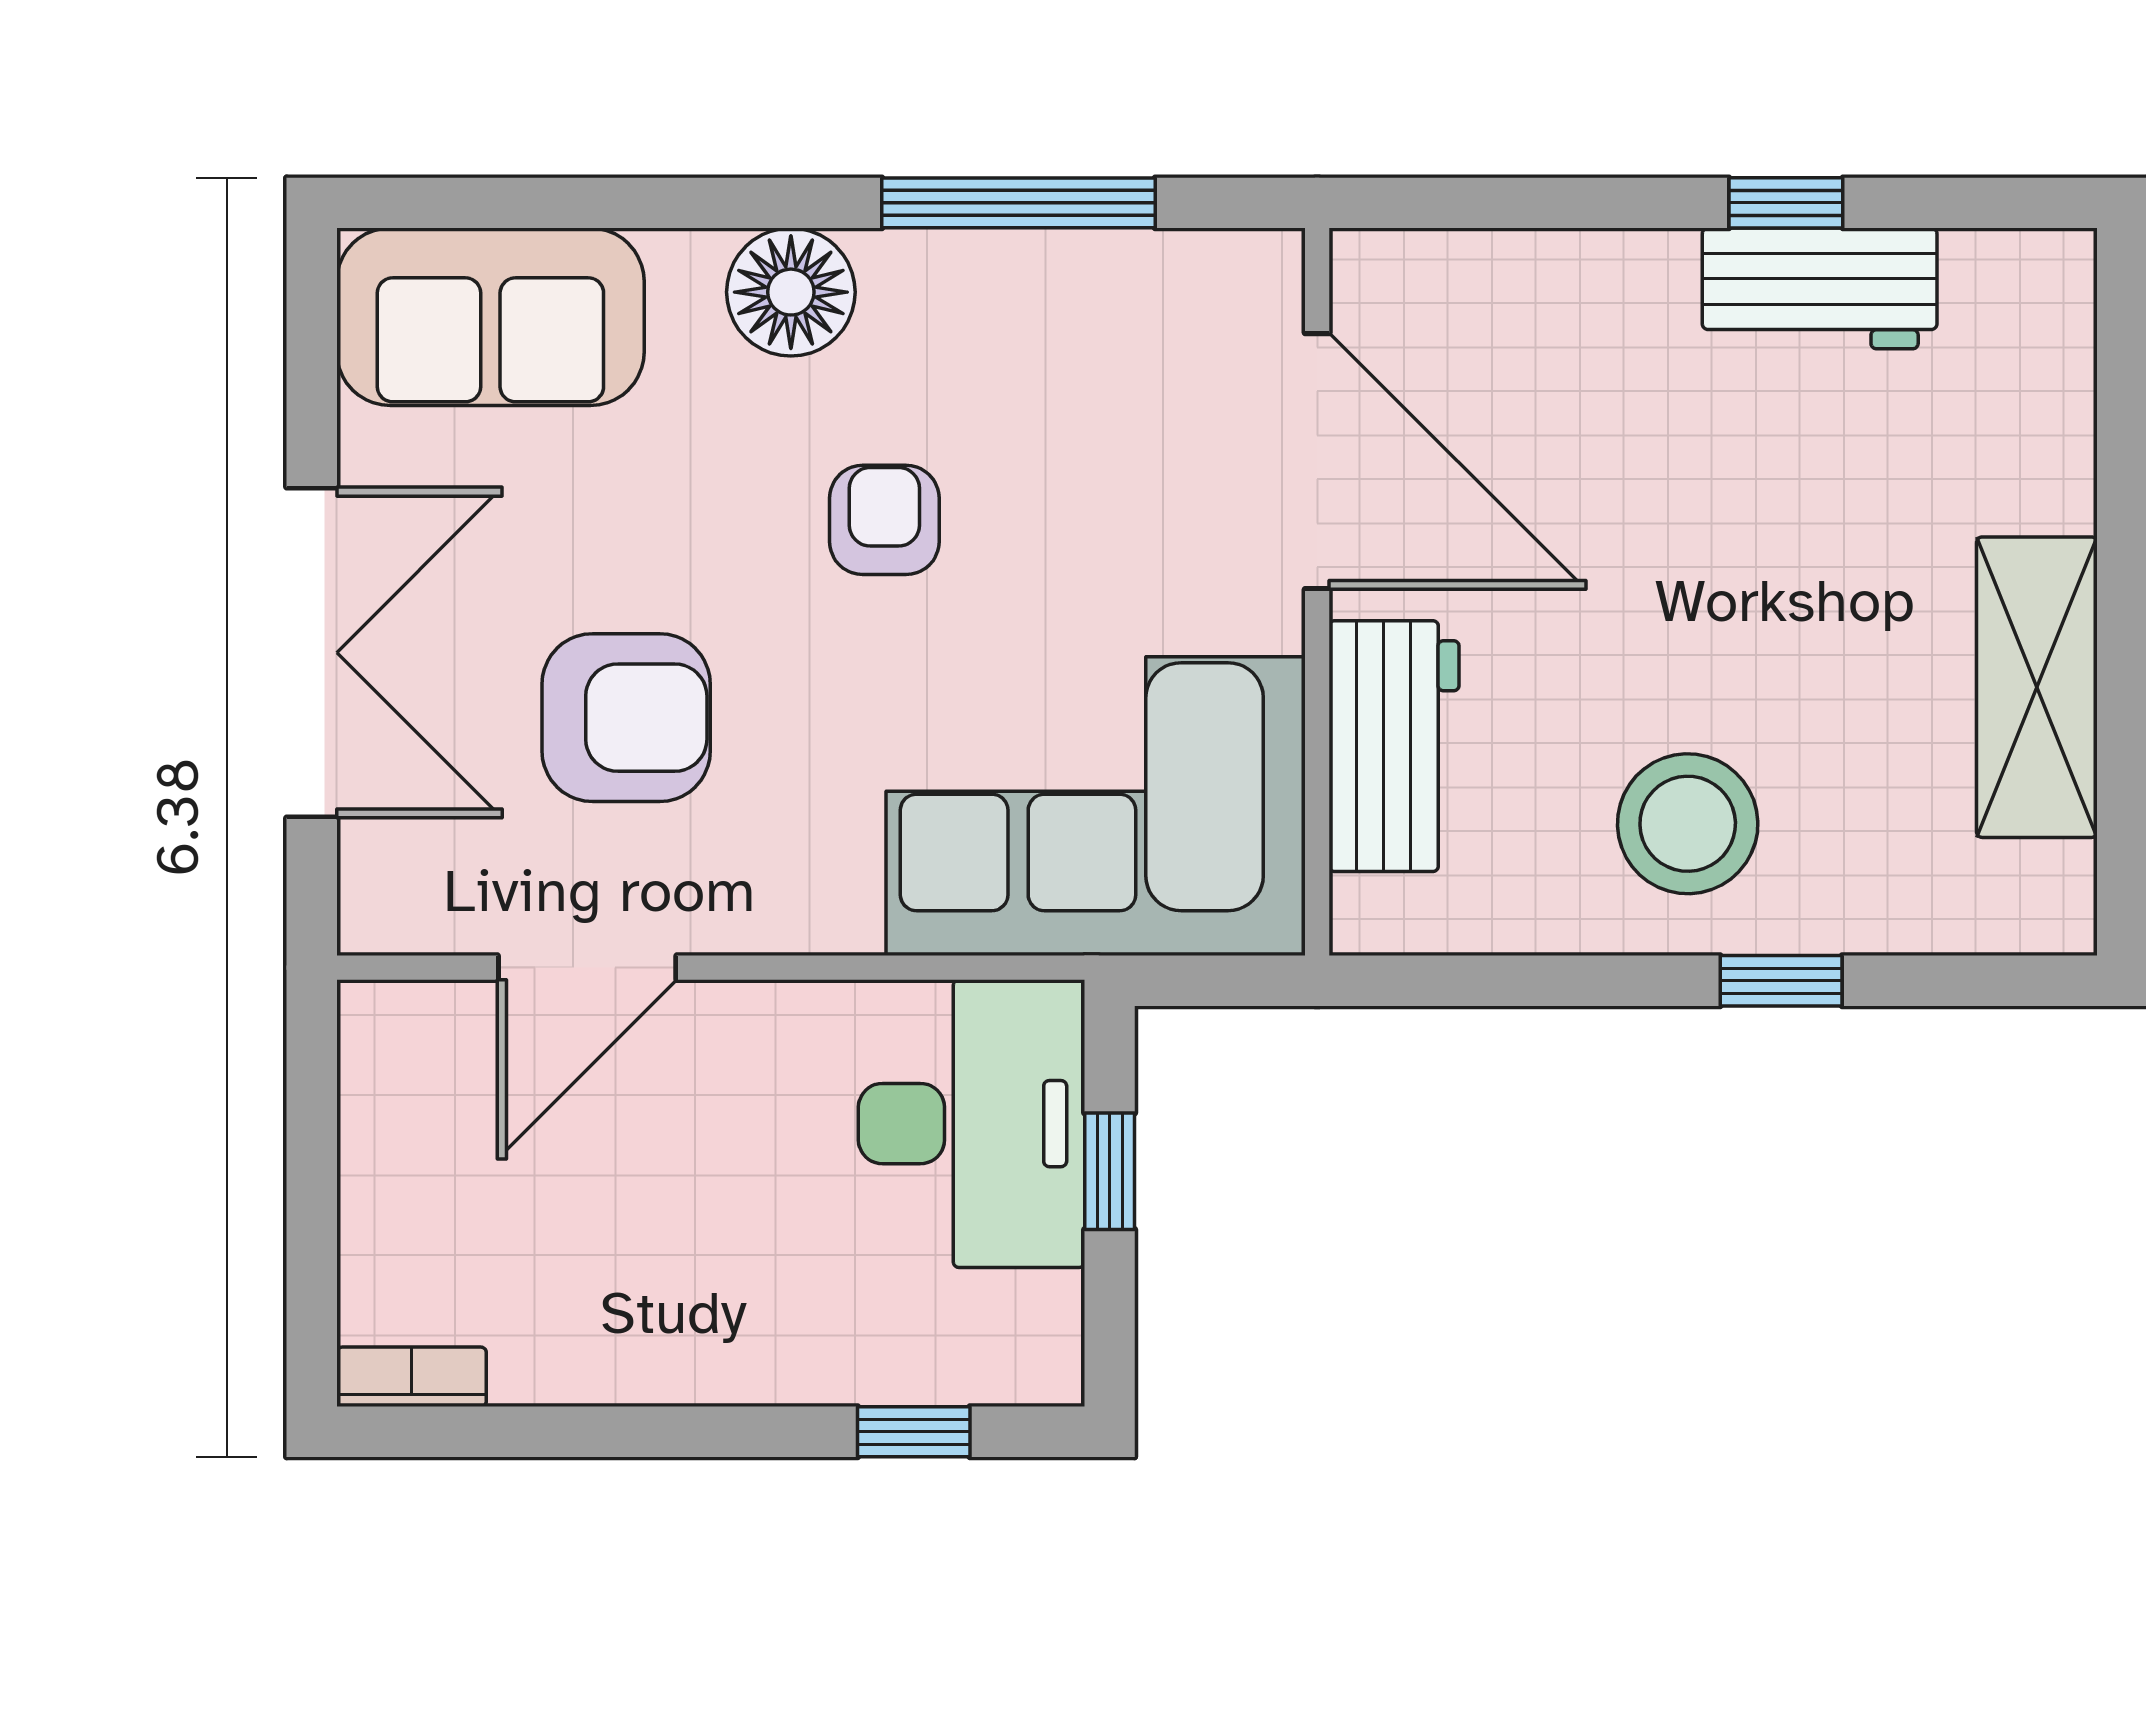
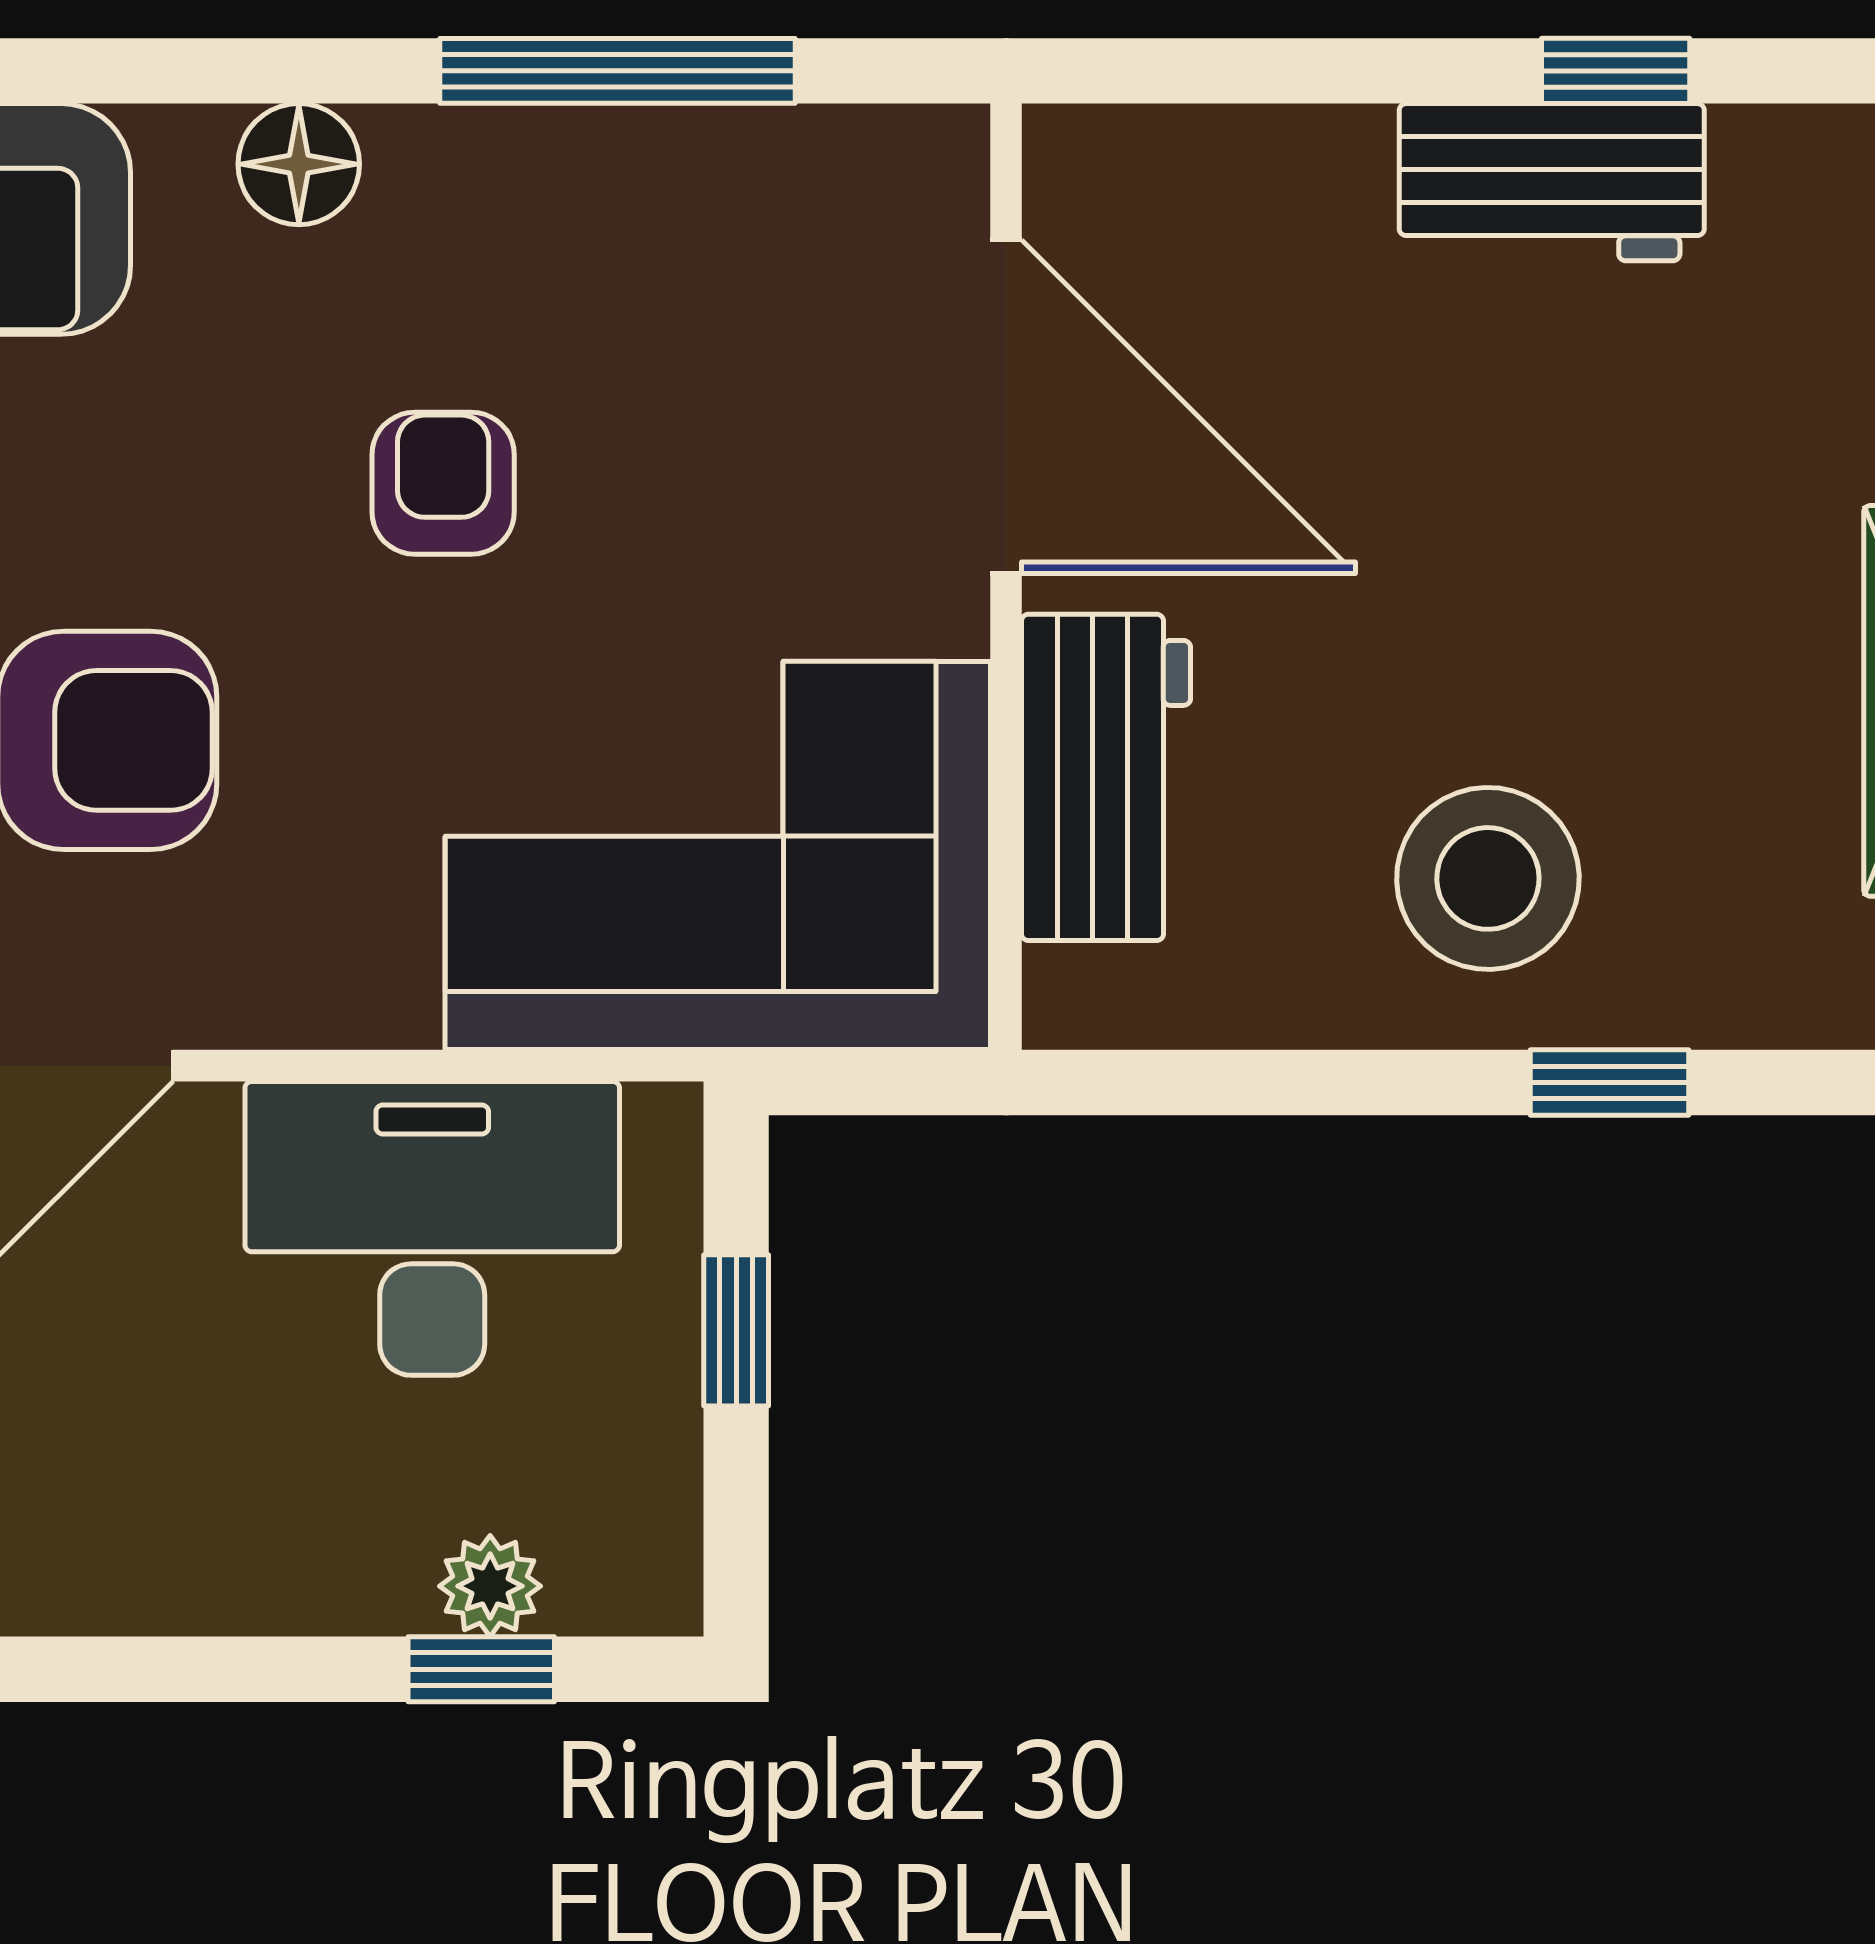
workbench: (1820, 288) -> (1552, 182), moved
floor lamp: (791, 292) -> (299, 164), width x0.73, depth x0.73
desk: (972, 1124) -> (432, 1228), moved, turned -90
plant: (920, 1368) -> (490, 1586), added

